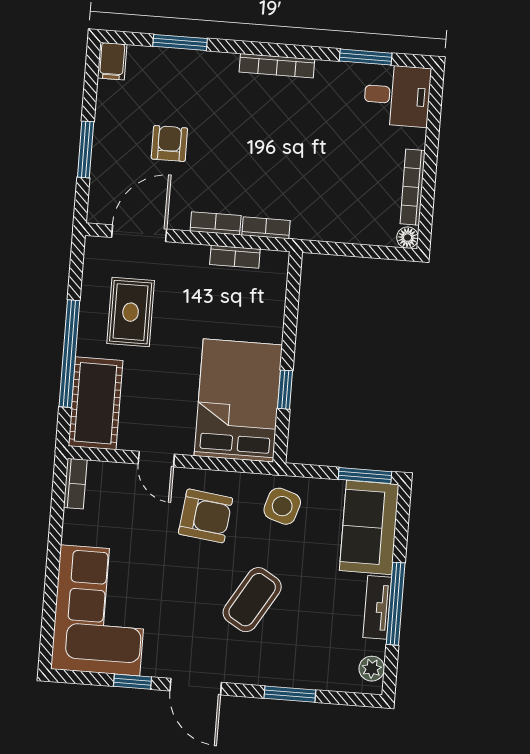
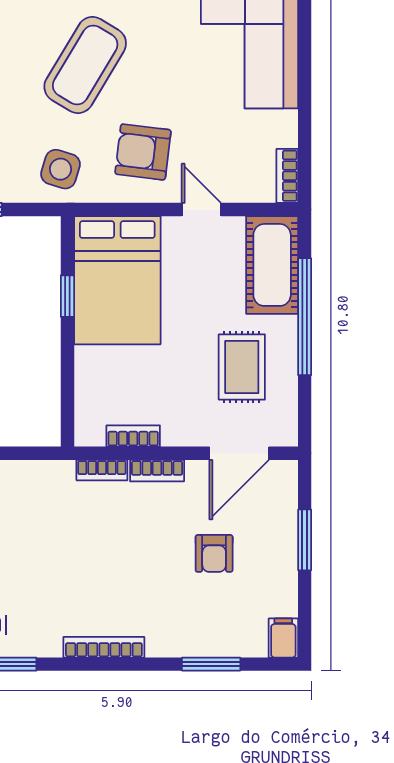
coffee table: (252, 600) -> (85, 65), width x1.36, depth x1.32

